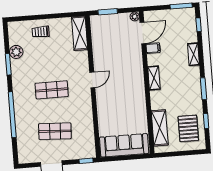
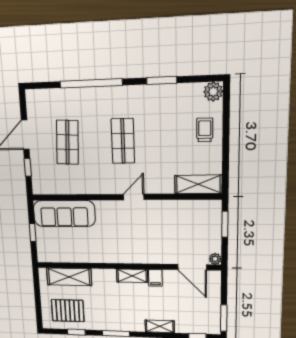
filing cabinet: (153, 48) -> (155, 278), moved
plant: (16, 52) -> (213, 92), moved
door: (92, 80) -> (134, 197), swing flipped
sofa: (124, 145) -> (64, 214), moved, turned 90
window: (126, 158) -> (33, 233), added
window: (86, 161) -> (28, 167), moved

